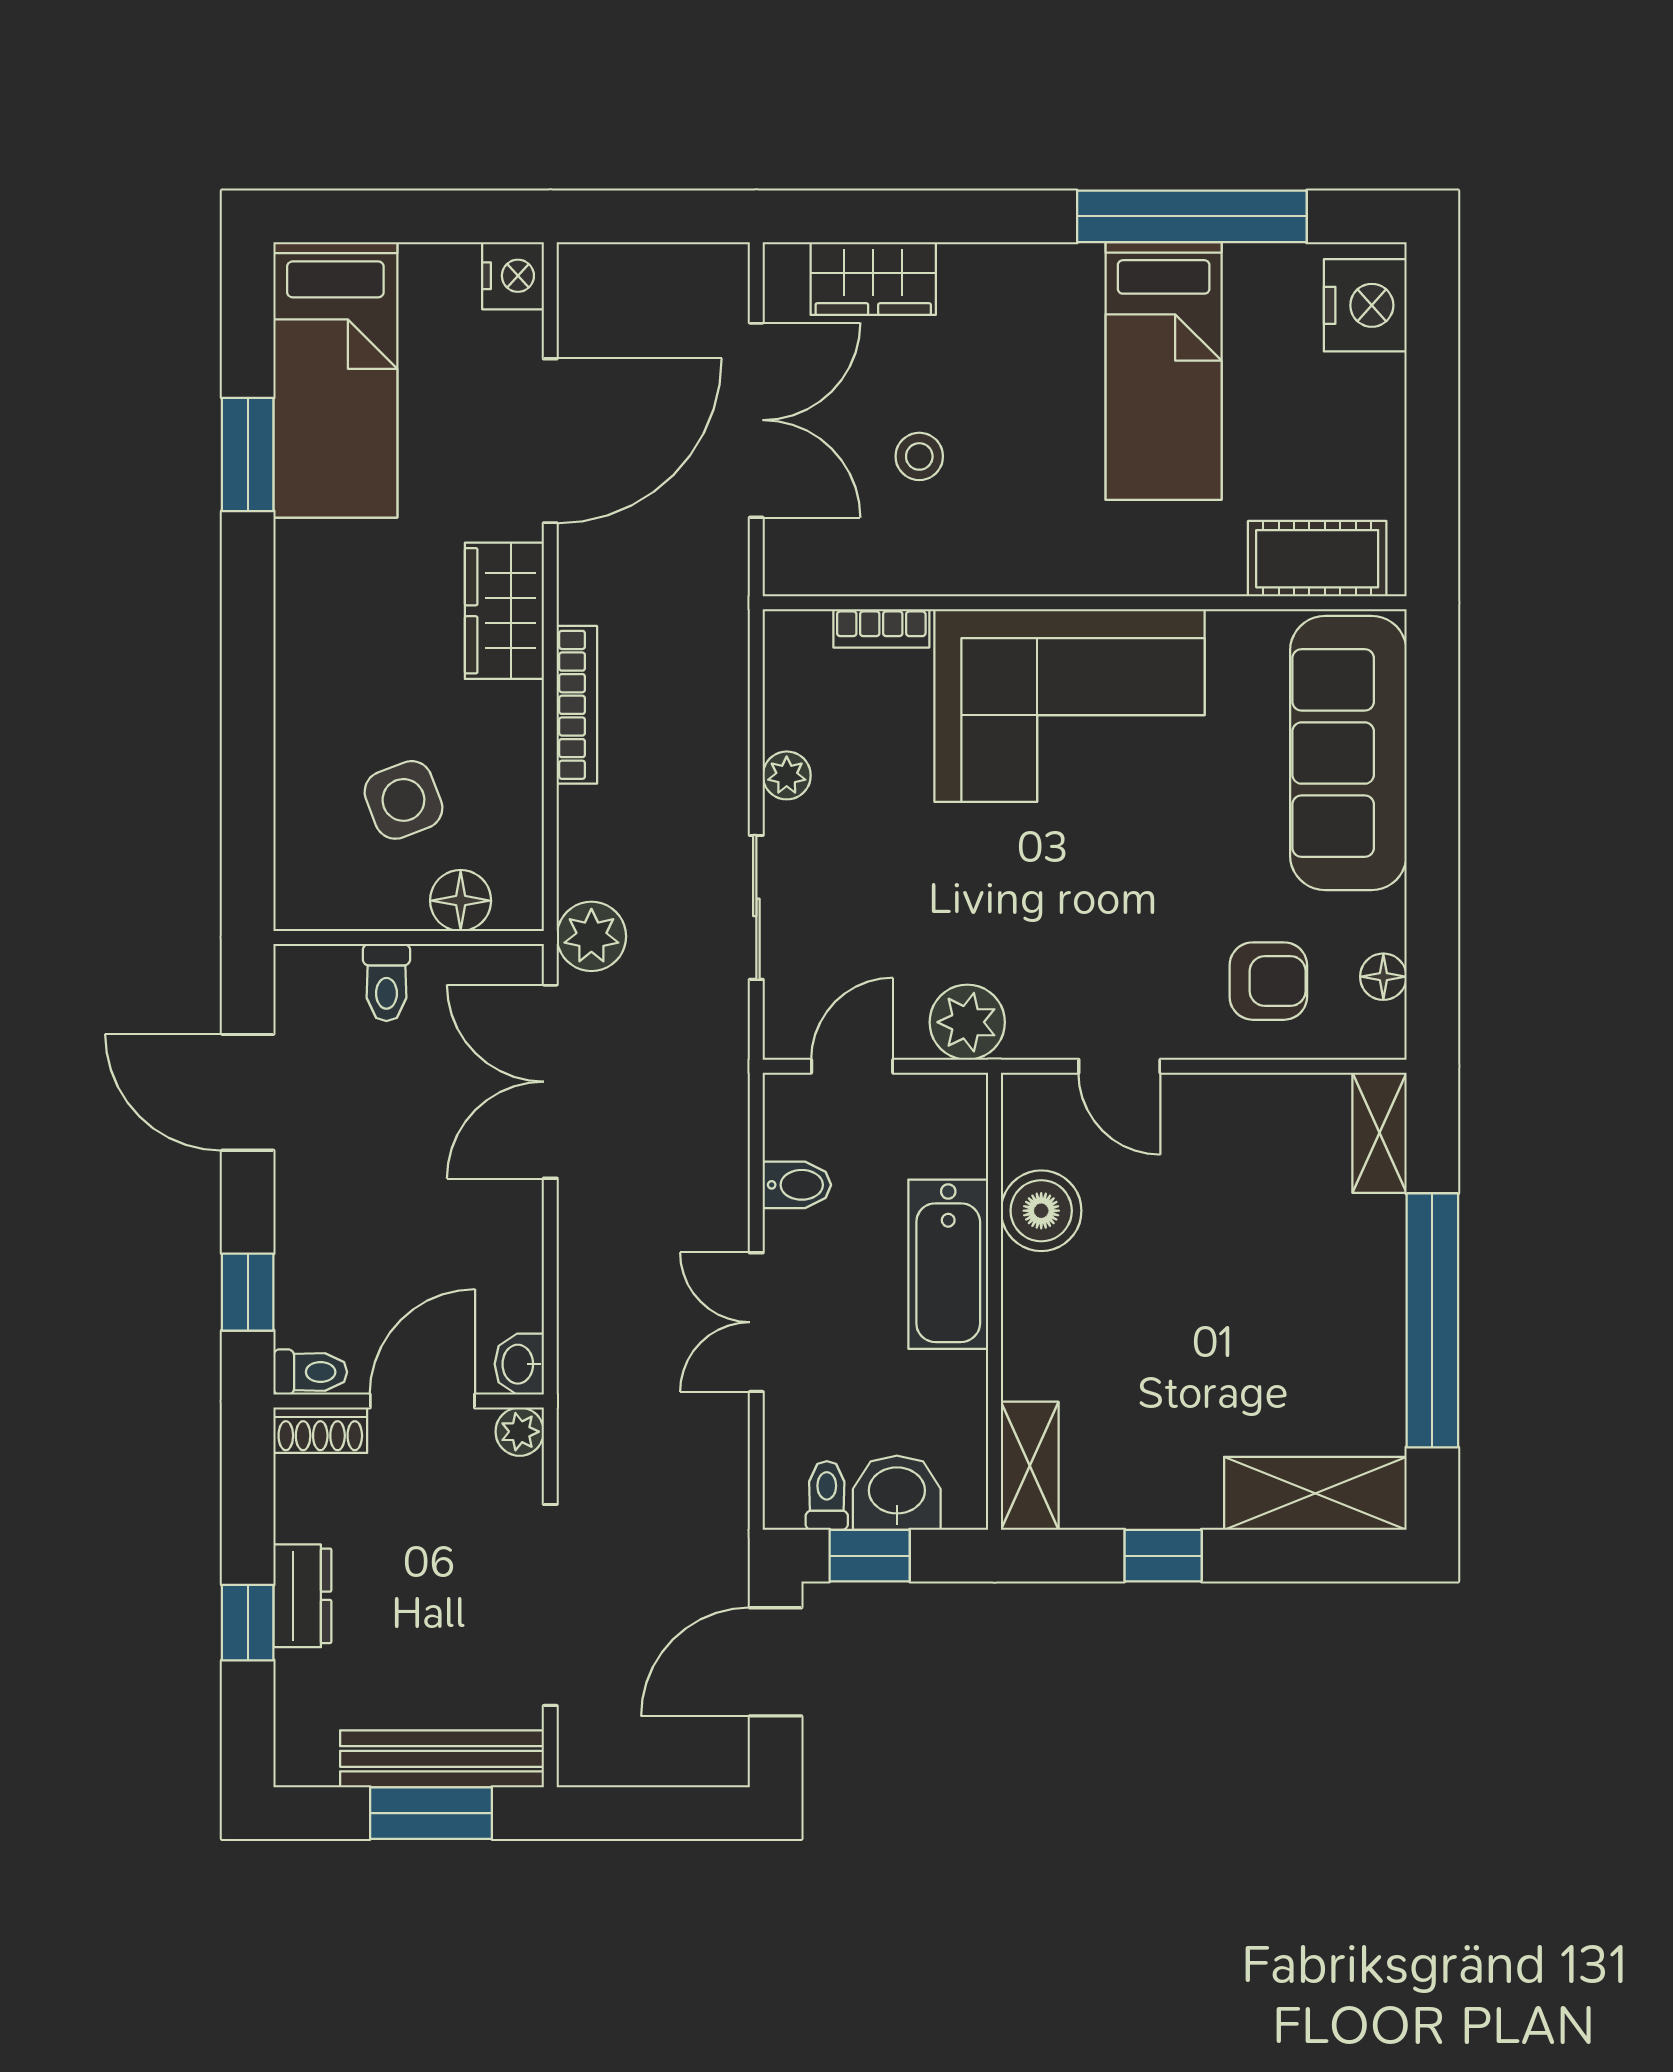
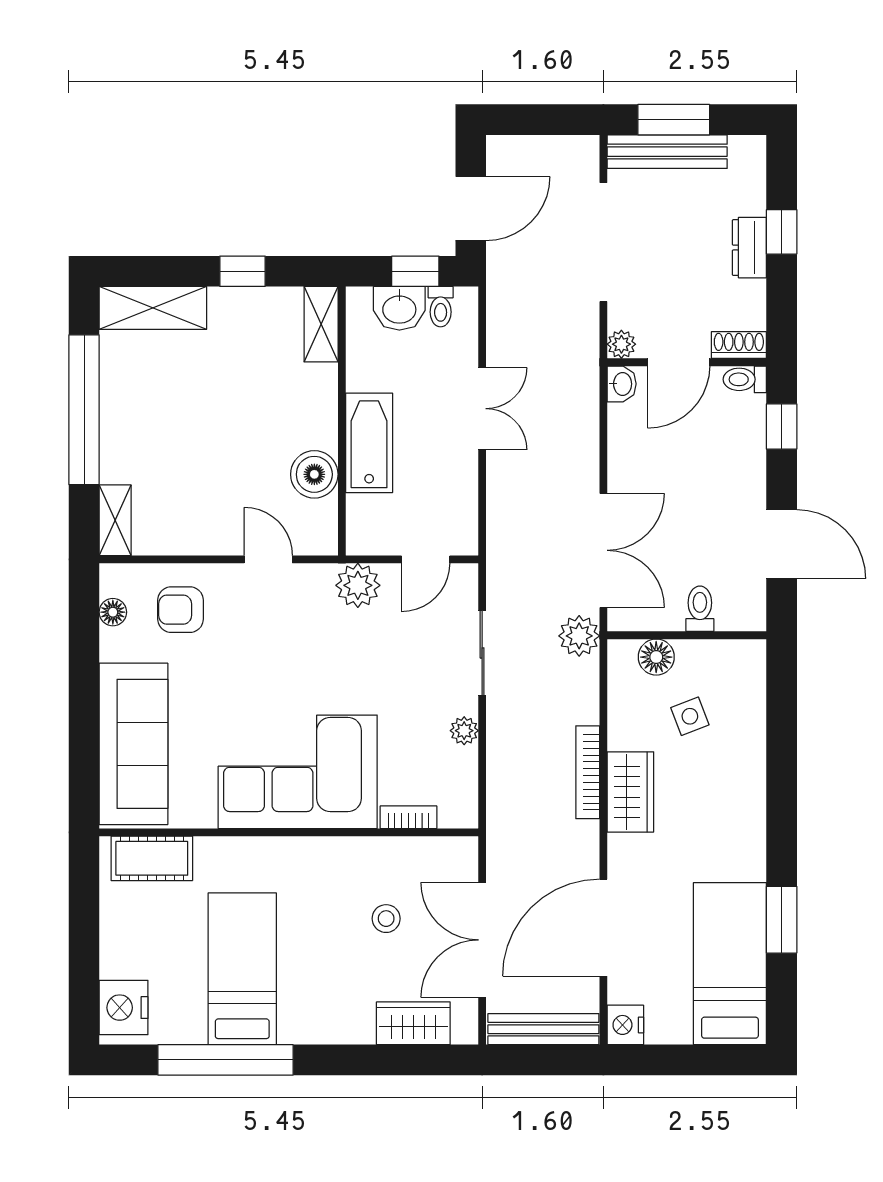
bench: (652, 269) -> (543, 1029), added
wardrobe: (504, 611) -> (630, 792), moved
side table: (403, 800) -> (690, 716), width x0.73, depth x0.73
bidet: (797, 1185) -> (458, 490), removed

